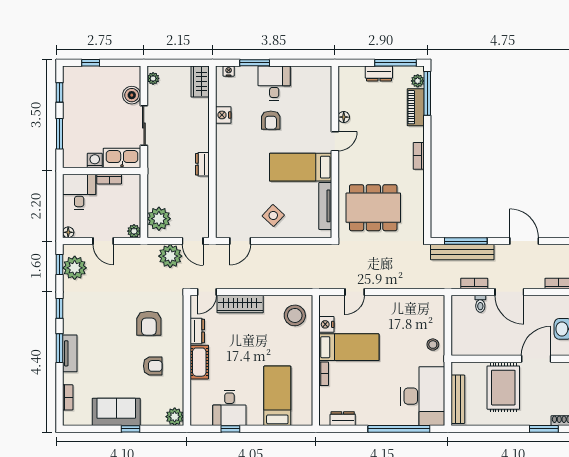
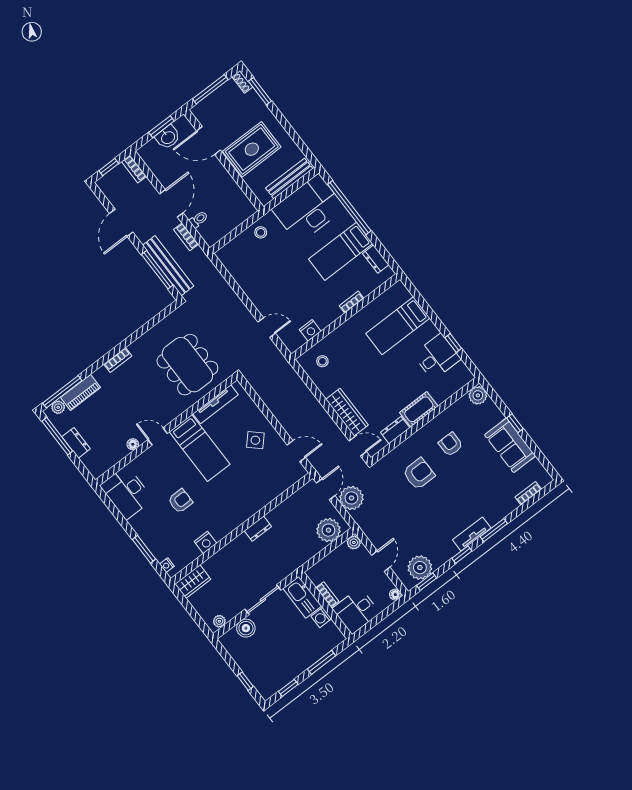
desk: (274, 83) -> (126, 492), moved, width x1.37
stool: (295, 315) -> (322, 361), width x0.53, depth x0.53
bed: (349, 347) -> (341, 251), moved, turned -90
tv unit: (70, 353) -> (472, 534), moved

